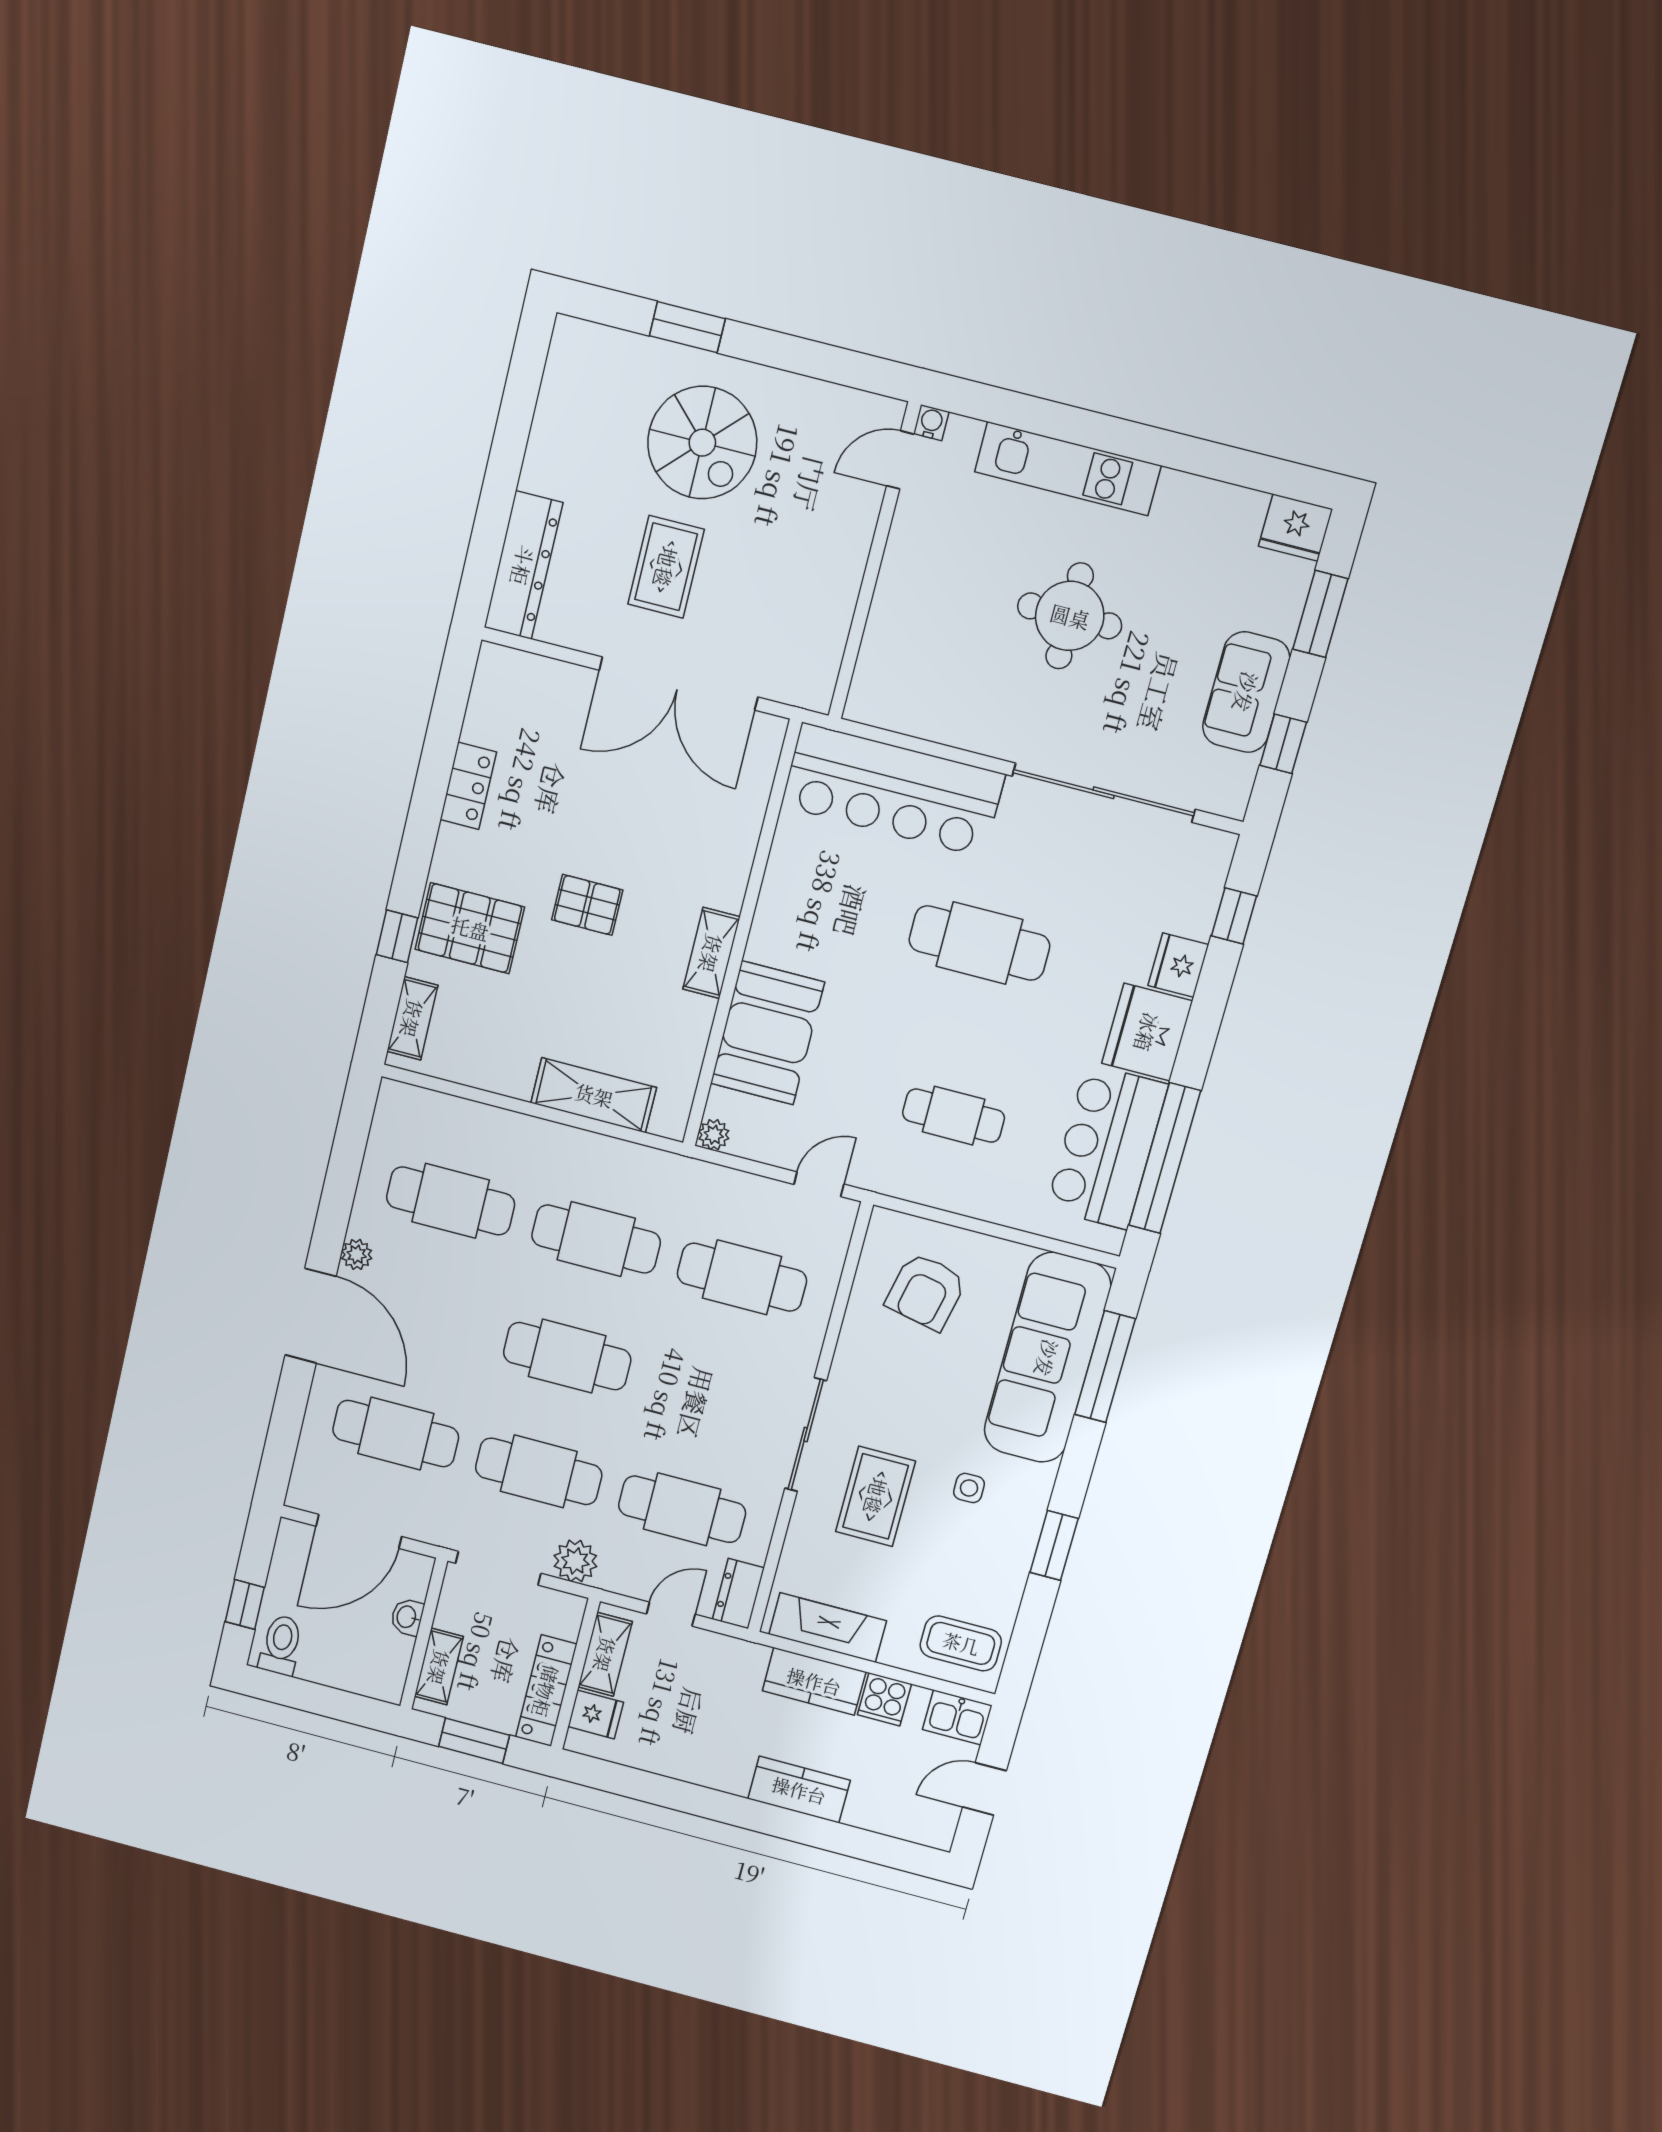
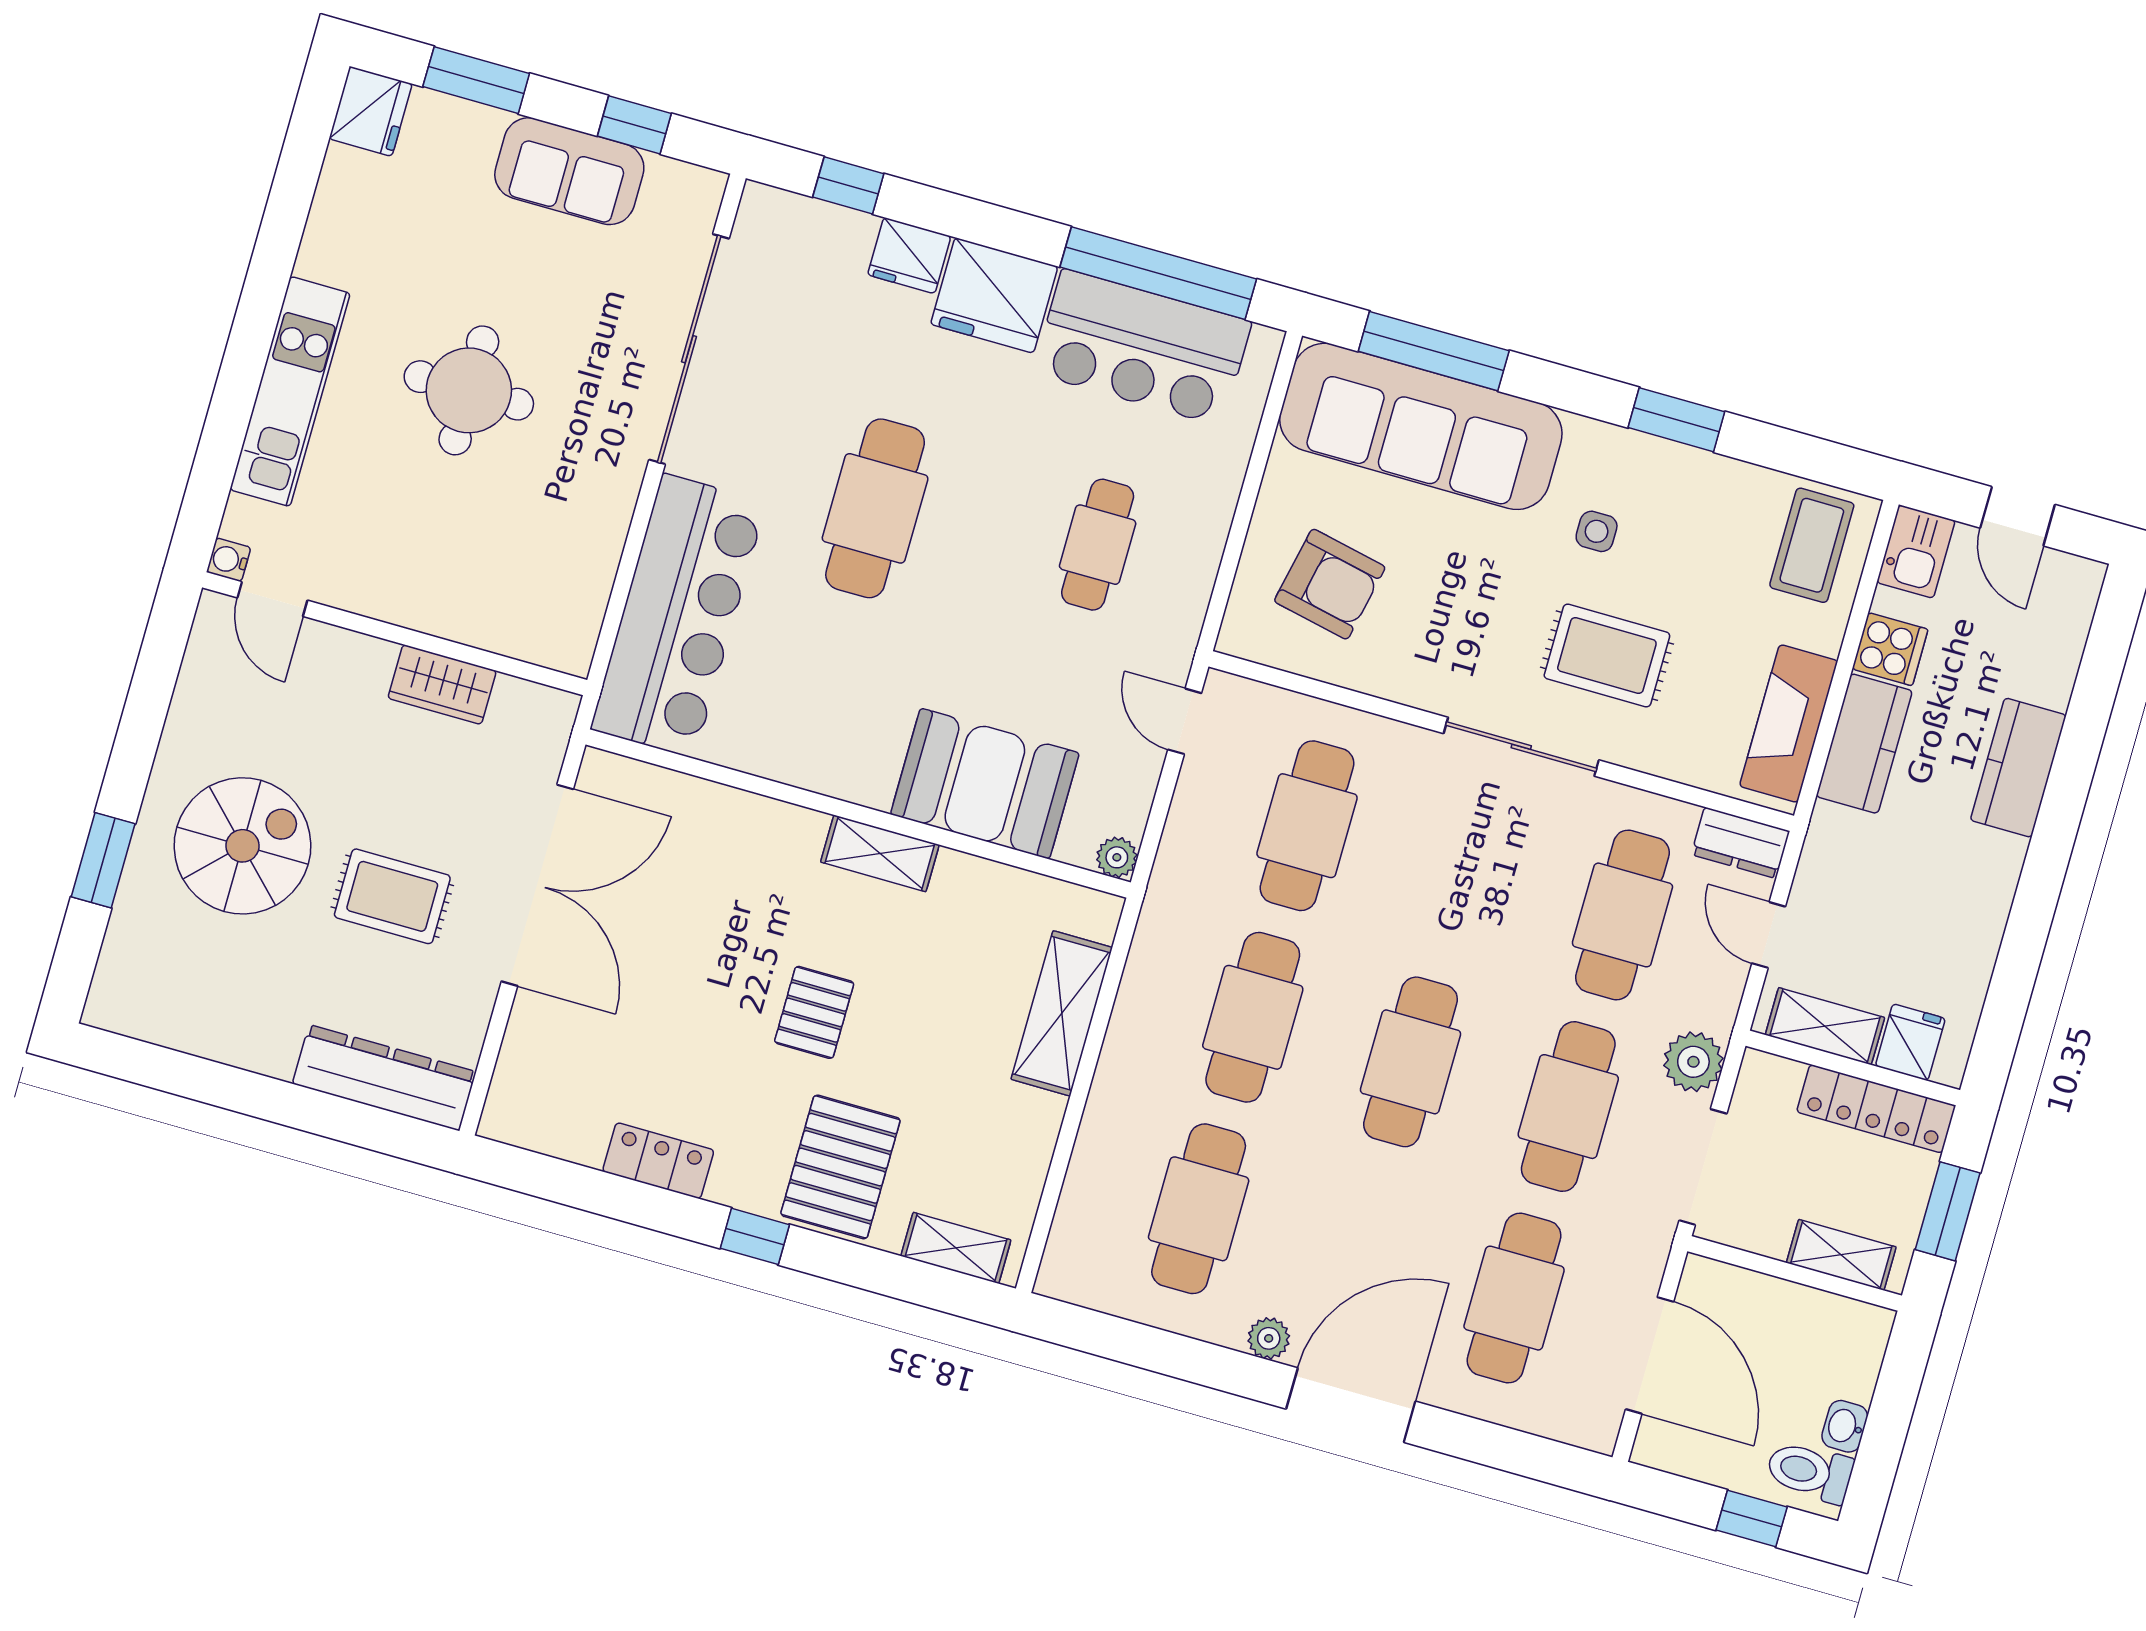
wardrobe: (835, 602) -> (442, 685), added
window: (397, 936) -> (755, 1236), moved
washbasin: (407, 1617) -> (1845, 1426), moved, turned 90

